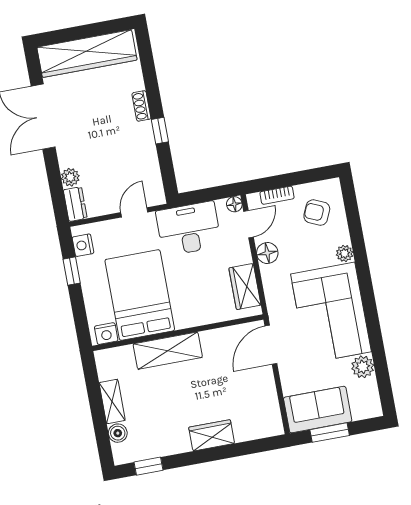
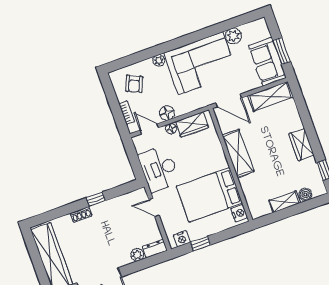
floor lamp: (234, 204) -> (171, 129), moved
shelving: (168, 351) -> (238, 153), moved
shelving: (267, 406) -> (271, 96), added
wardrobe: (212, 435) -> (302, 145), moved

